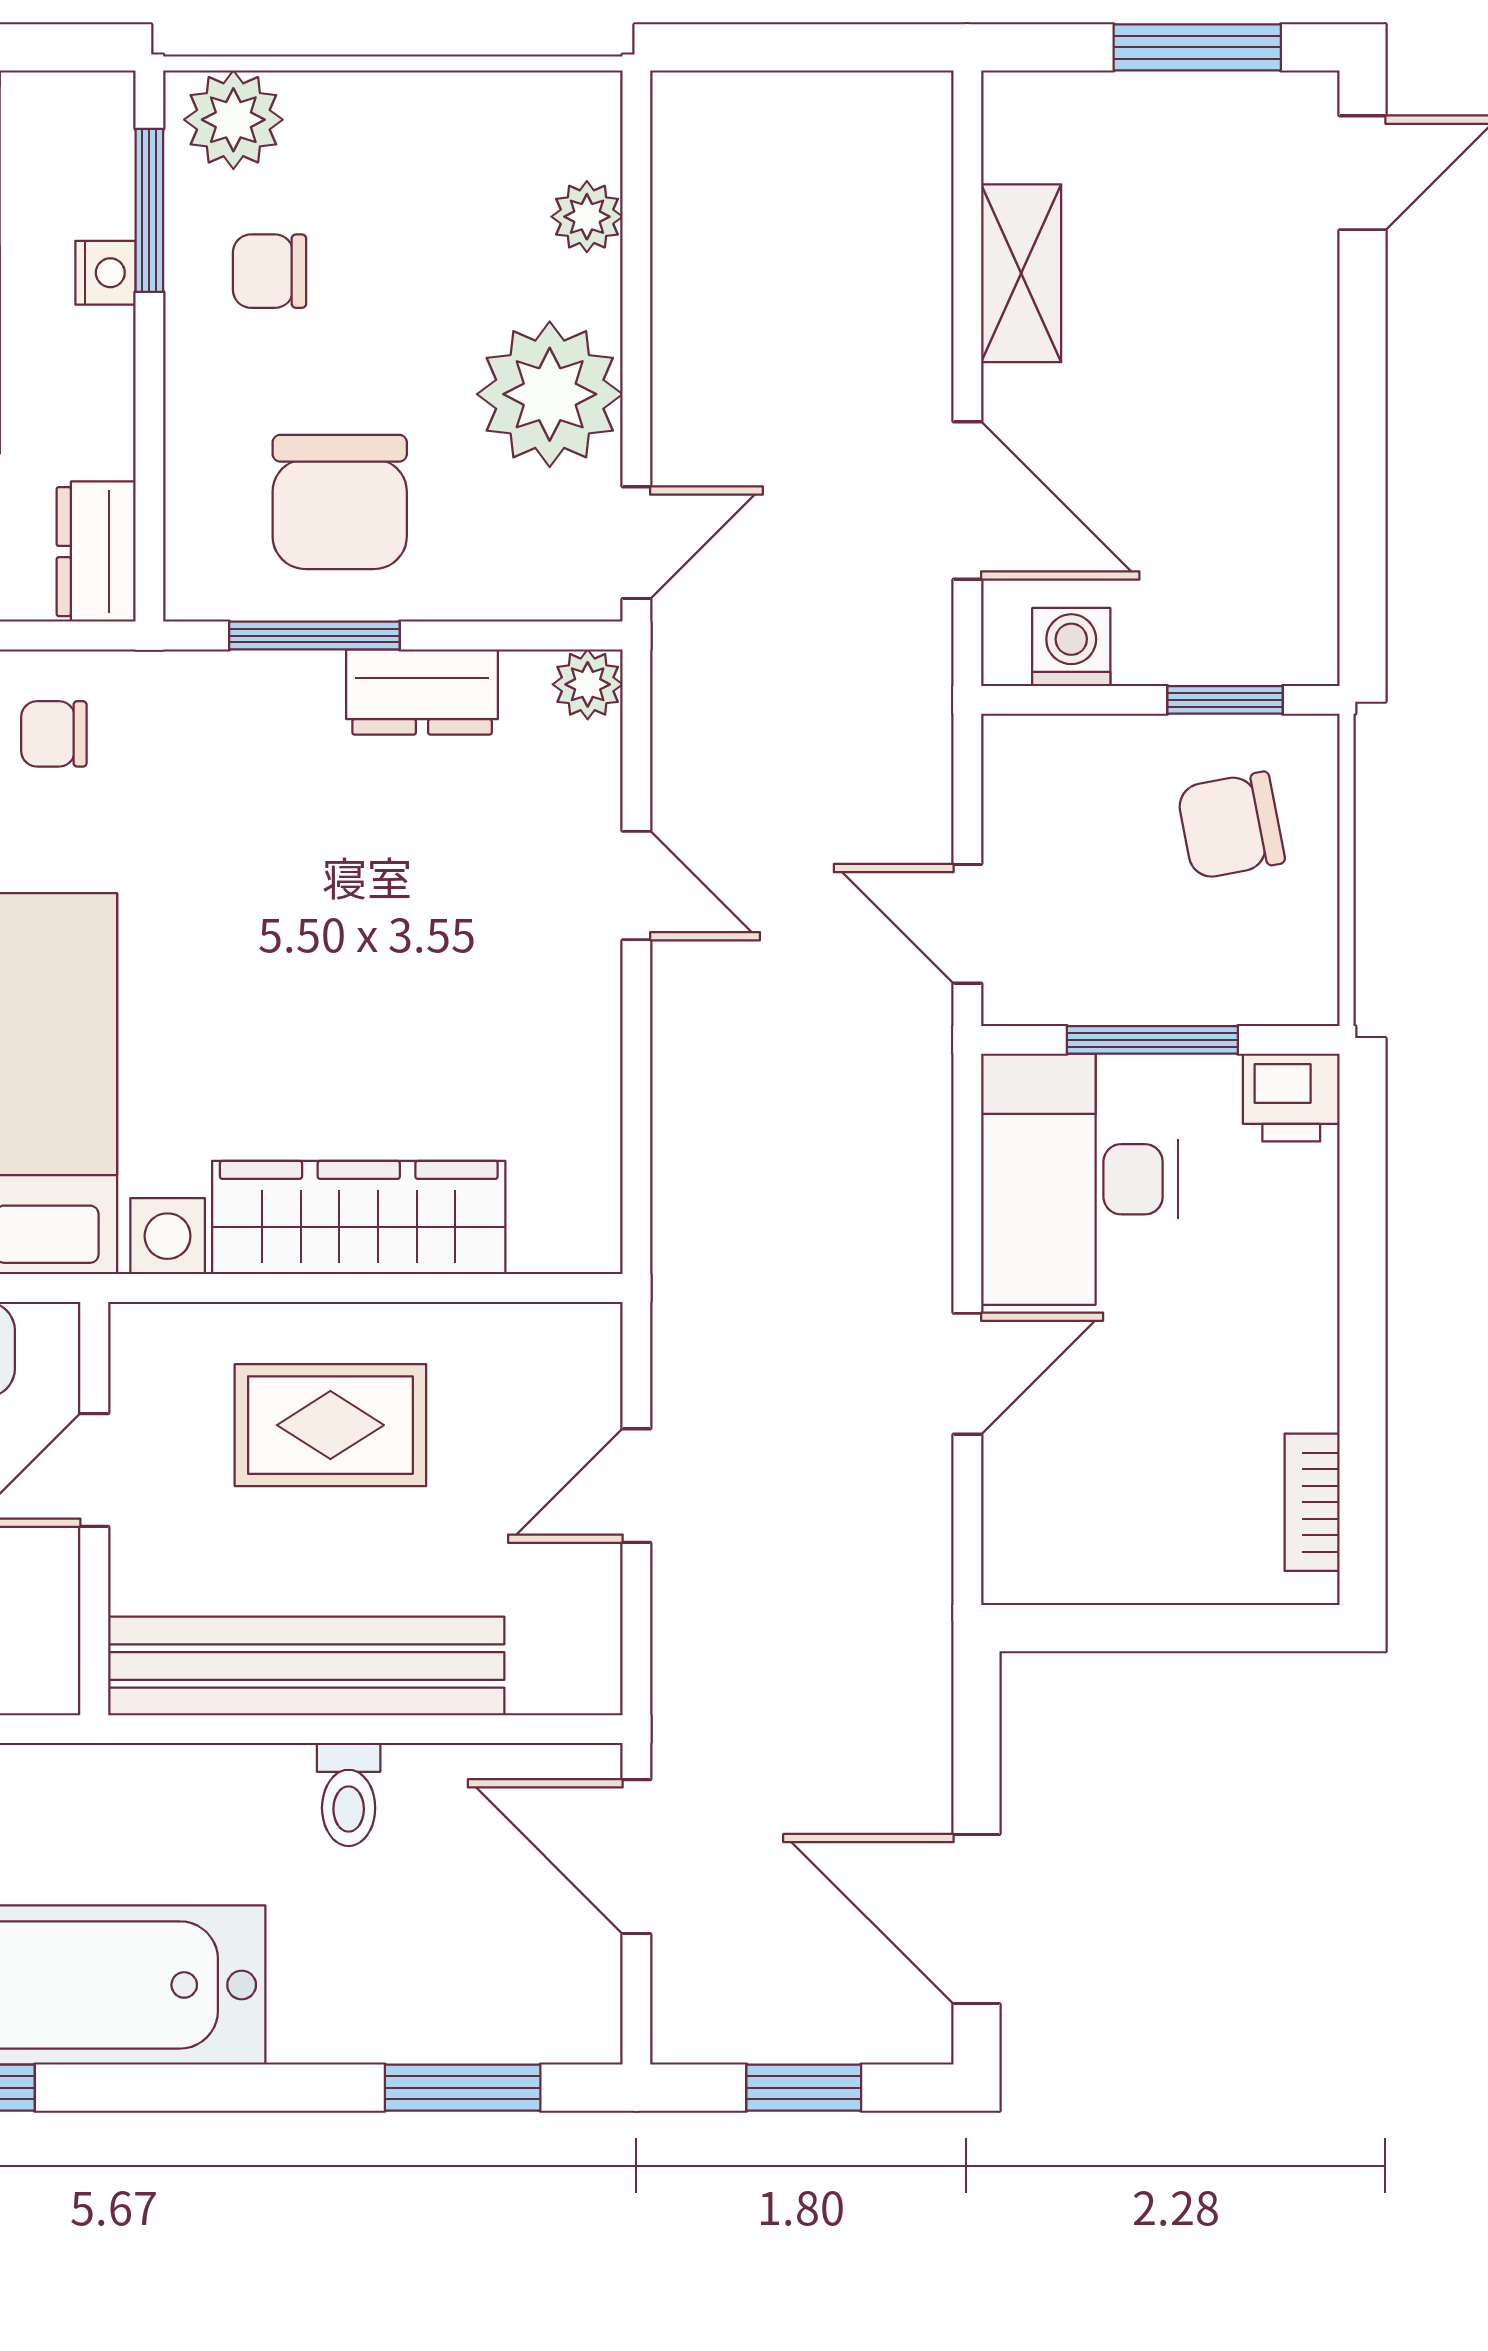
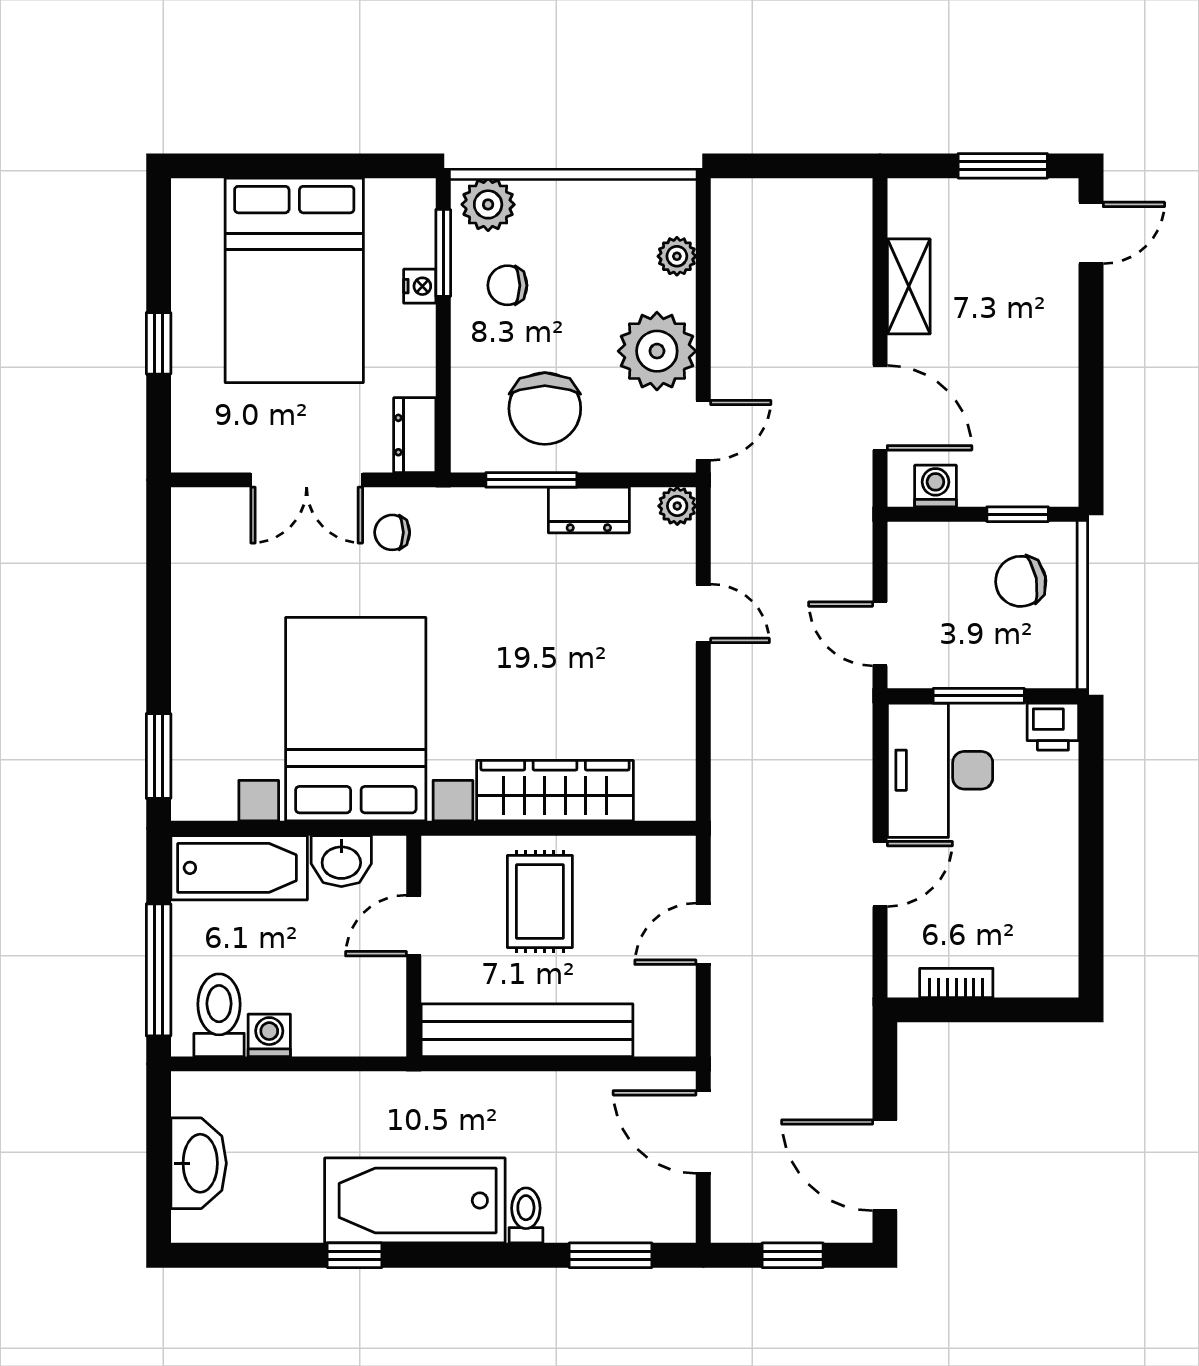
rug: (330, 1425) -> (540, 901), turned 90
bookcase: (1312, 1502) -> (956, 983), moved, turned 90
toilet: (349, 1795) -> (526, 1215), moved, turned 180

